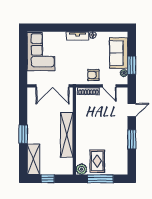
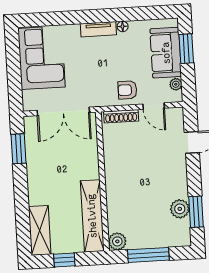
window: (132, 65) -> (186, 49), moved
window: (23, 134) -> (19, 149), moved
shelving: (67, 135) -> (92, 216), moved
window: (132, 139) -> (196, 212), moved
plant: (122, 151) -> (180, 209), added
rug: (97, 161) -> (142, 227), removed

